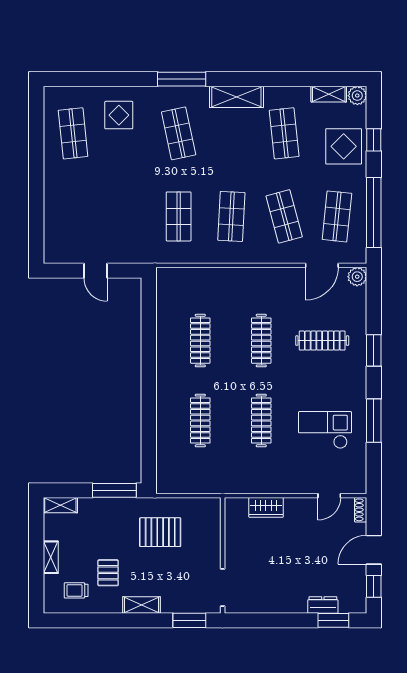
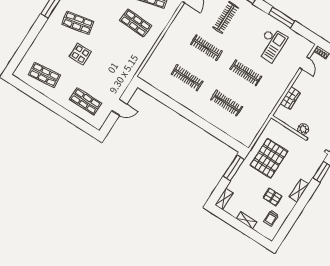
display table: (119, 115) -> (80, 54), moved
shop shelf: (179, 216) -> (85, 101), moved
checkout: (325, 430) -> (271, 44), turned 180
pallet: (160, 532) -> (269, 158), width x1.37, depth x1.41
plant: (234, 554) -> (303, 129), added

